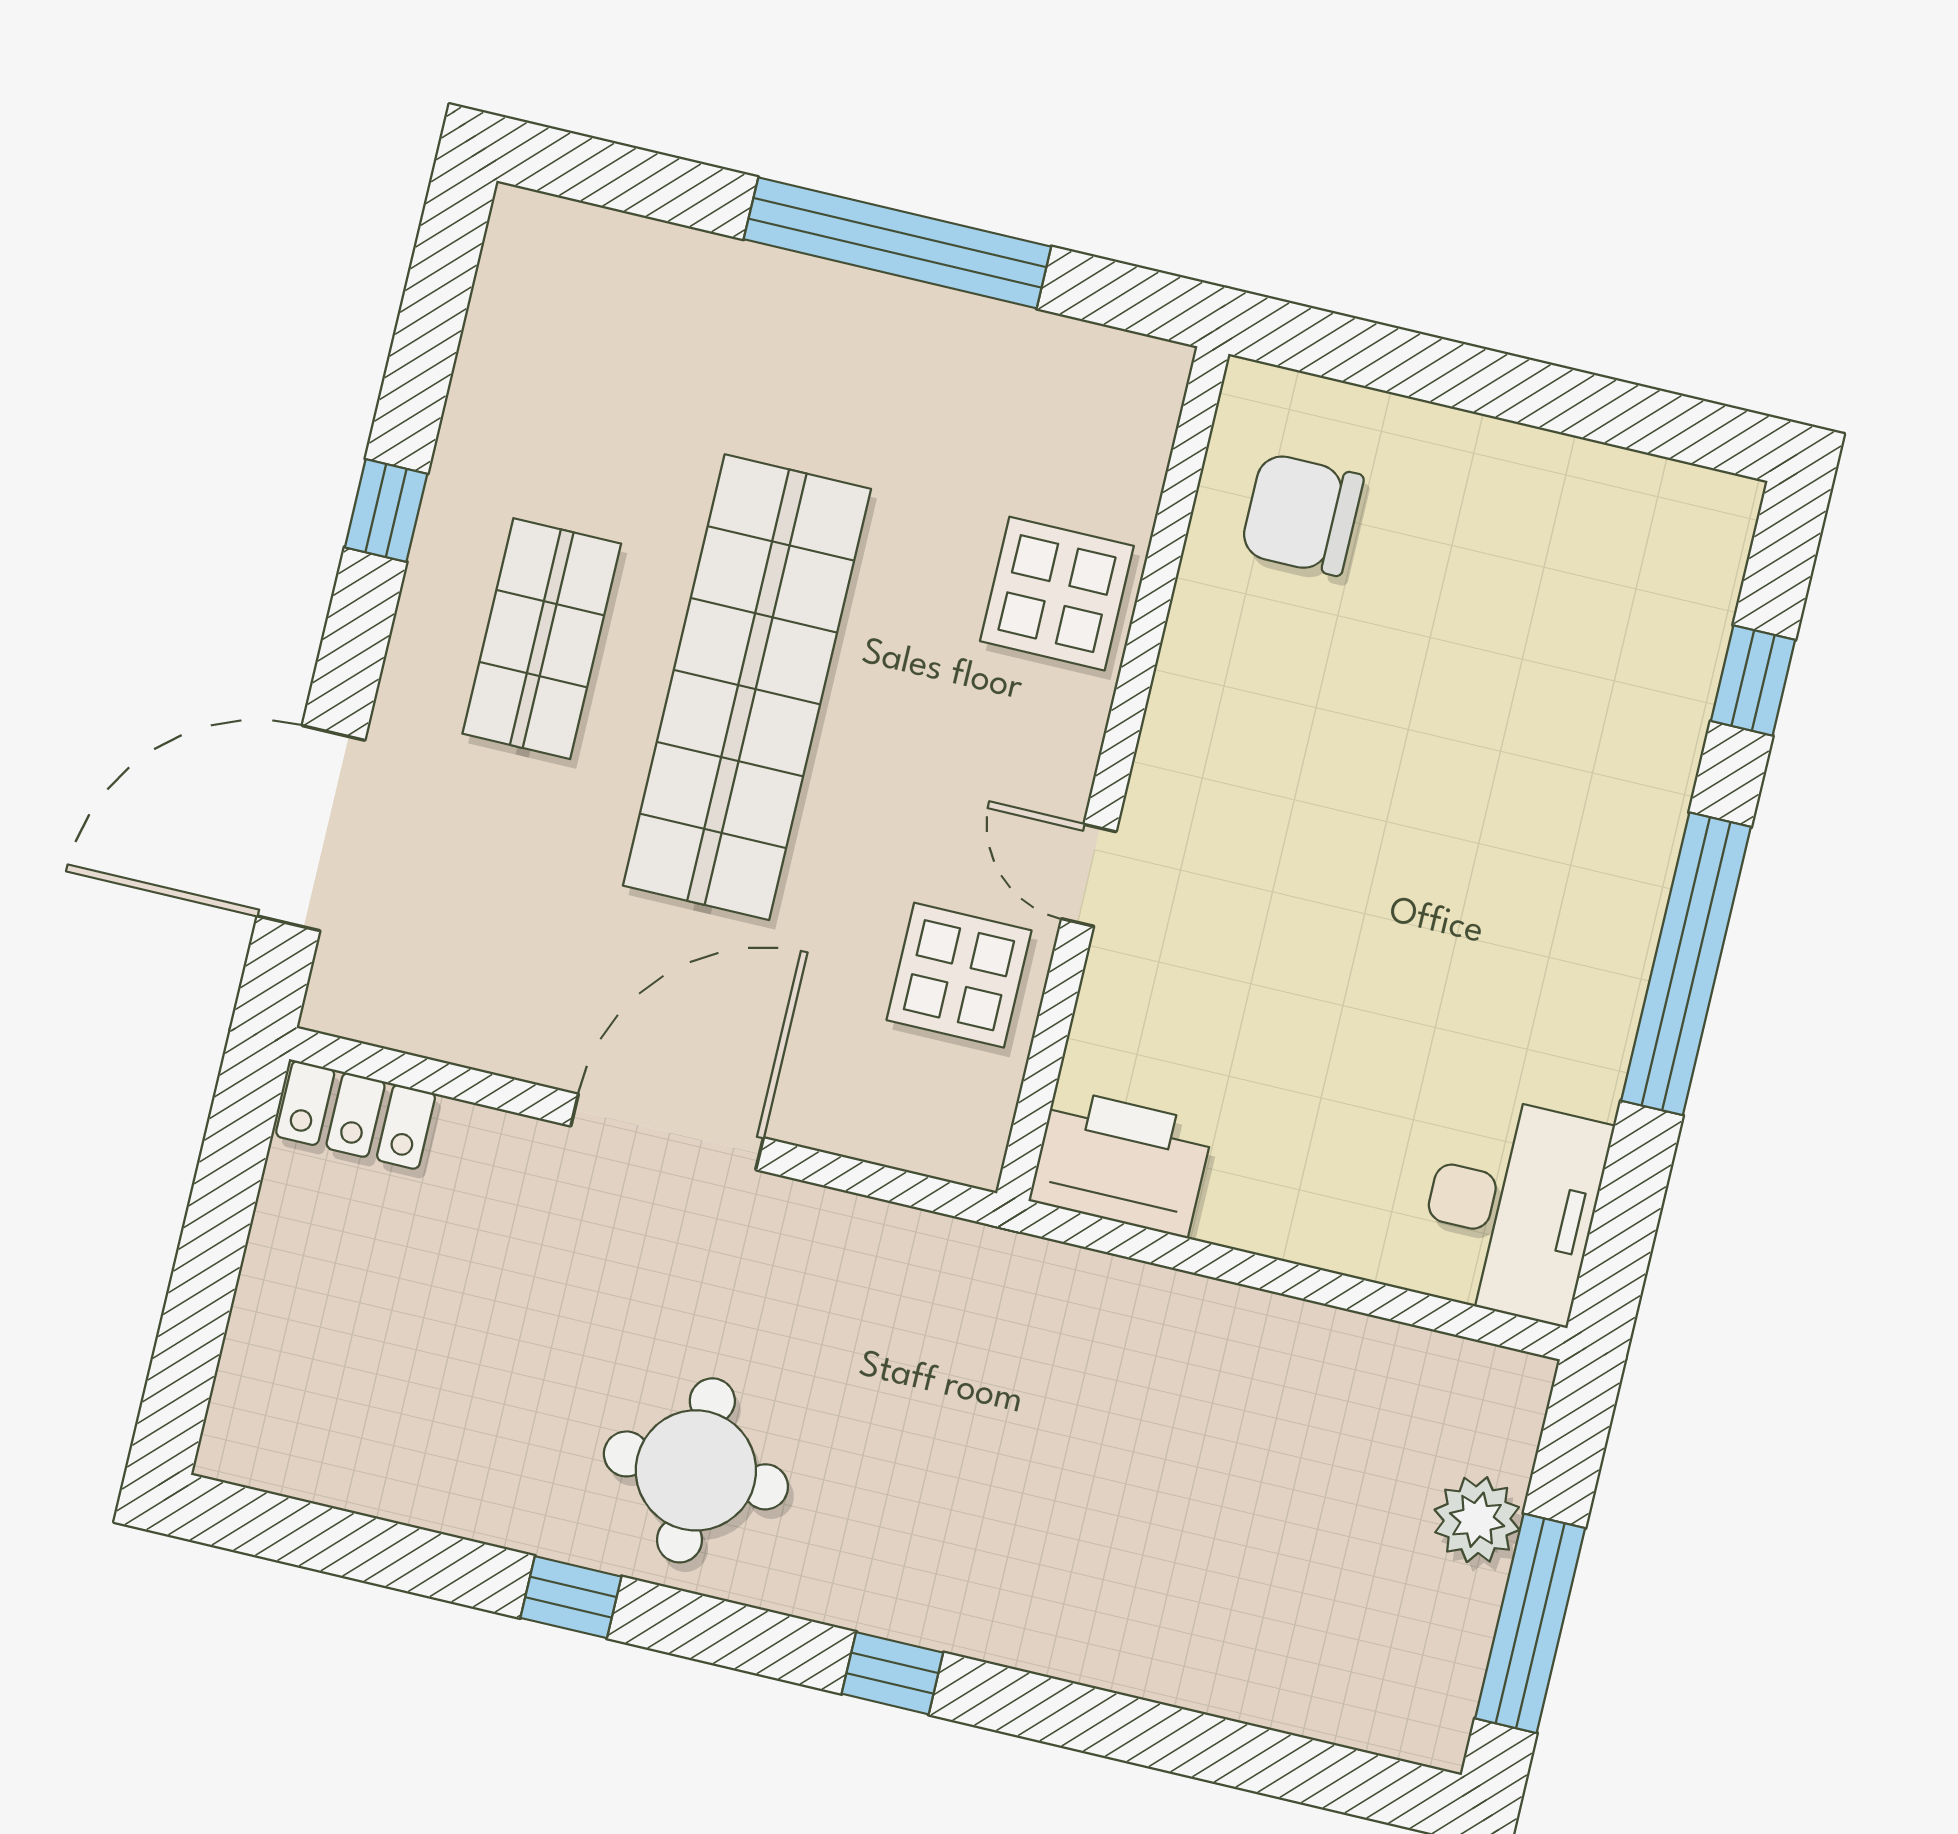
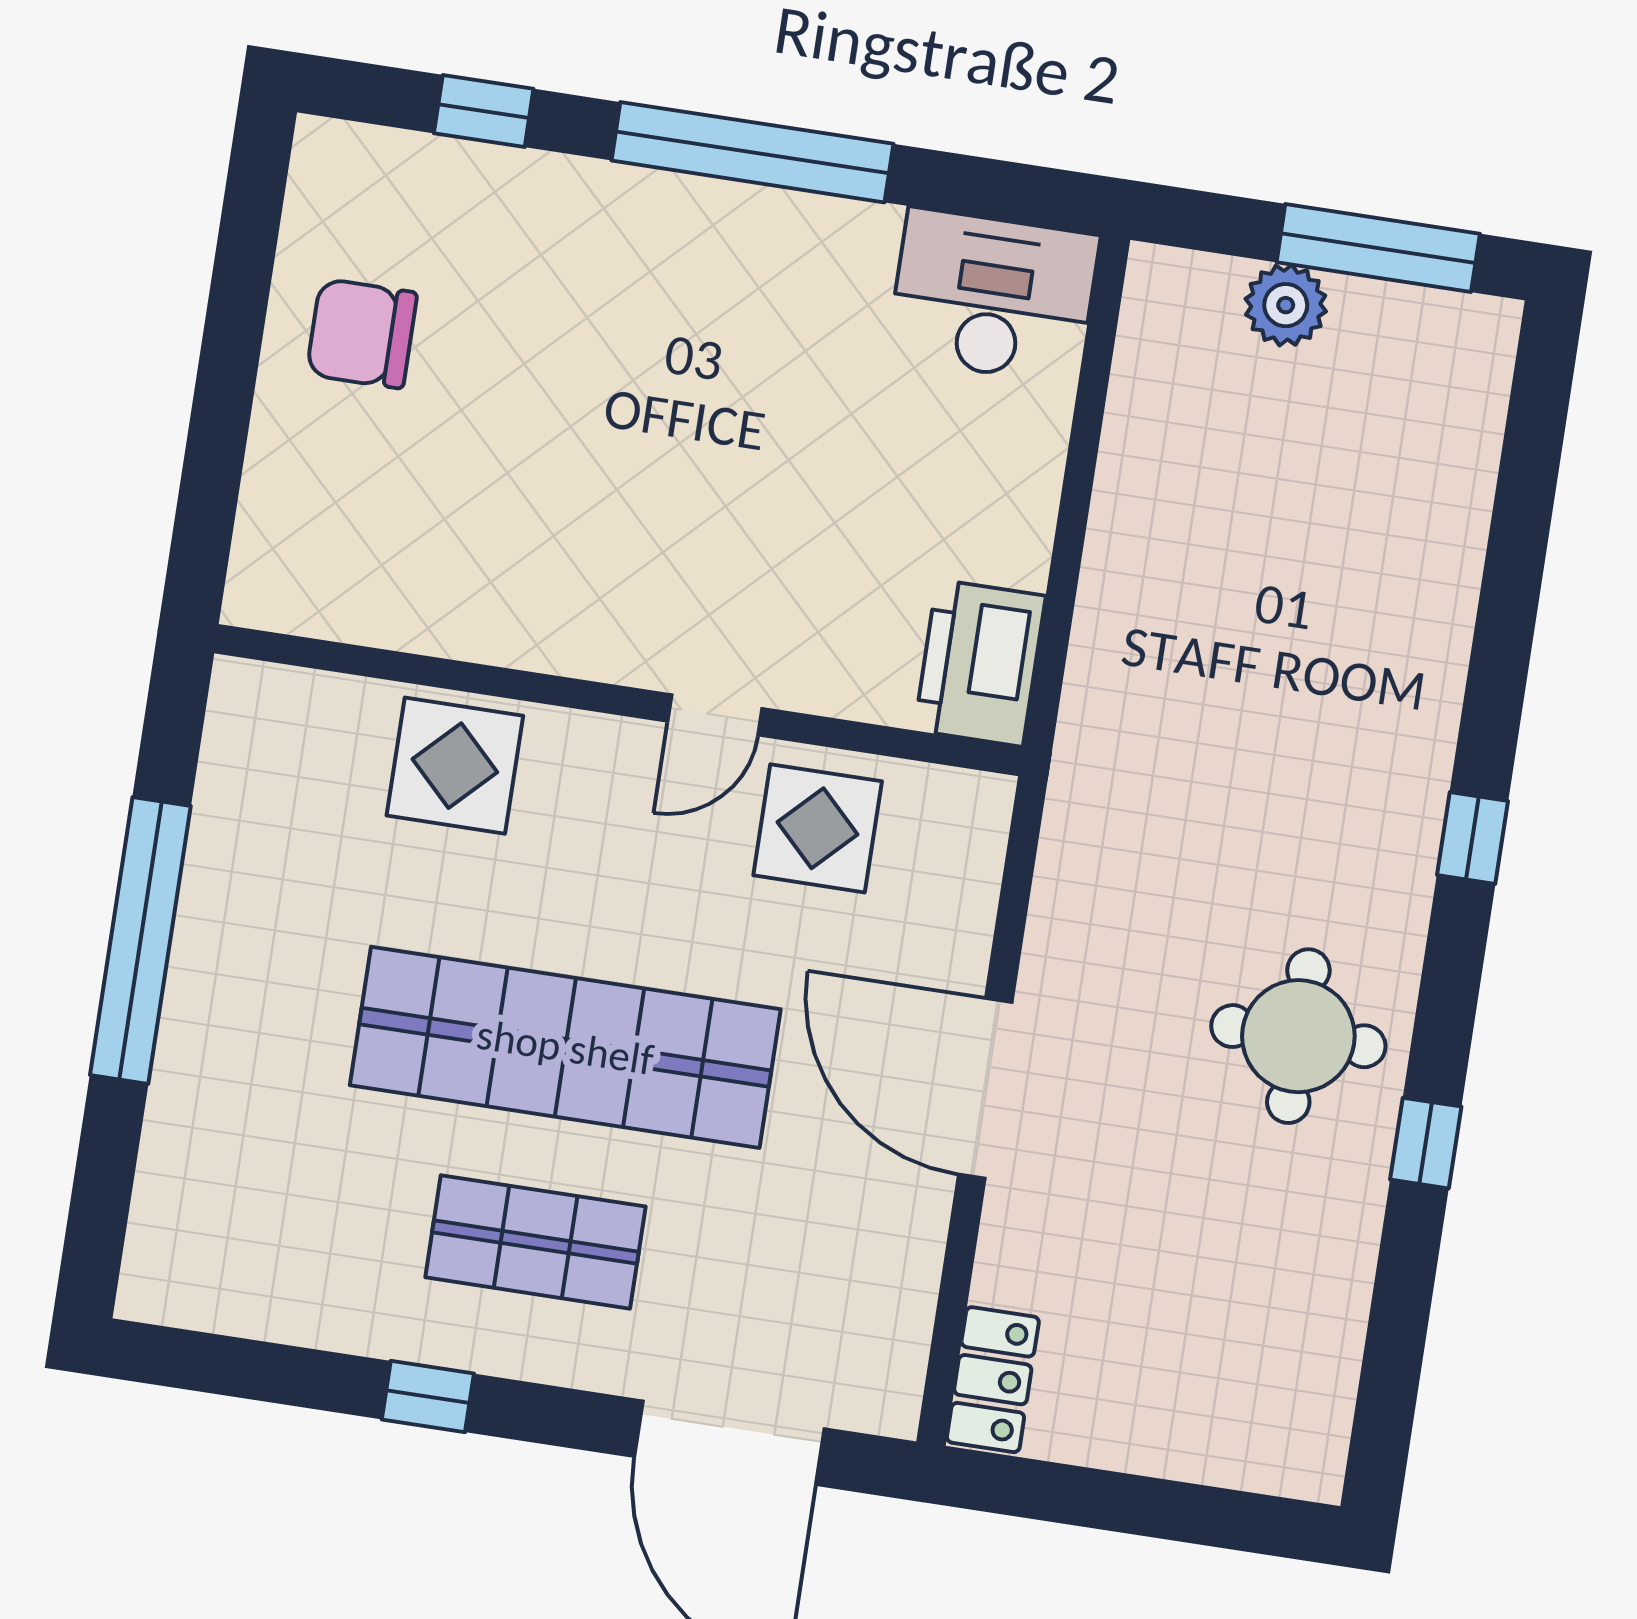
chair: (1302, 514) -> (362, 334), moved, turned 90

